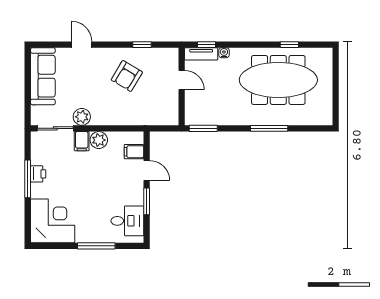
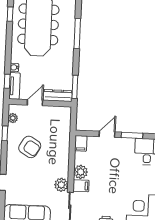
plant: (161, 54) -> (13, 118), added
dresser: (192, 108) -> (58, 96), added
filing cabinet: (134, 152) -> (81, 143), moved

